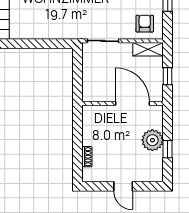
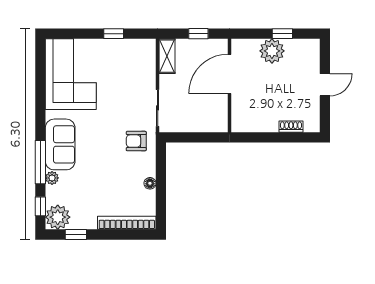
armchair: (145, 24) -> (136, 141), moved
floor lamp: (38, 34) -> (150, 183), added

